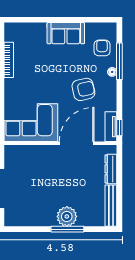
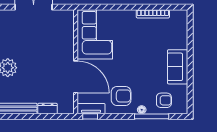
armchair: (83, 89) -> (121, 96), moved, turned -77
dresser: (111, 169) -> (48, 109), width x0.70

